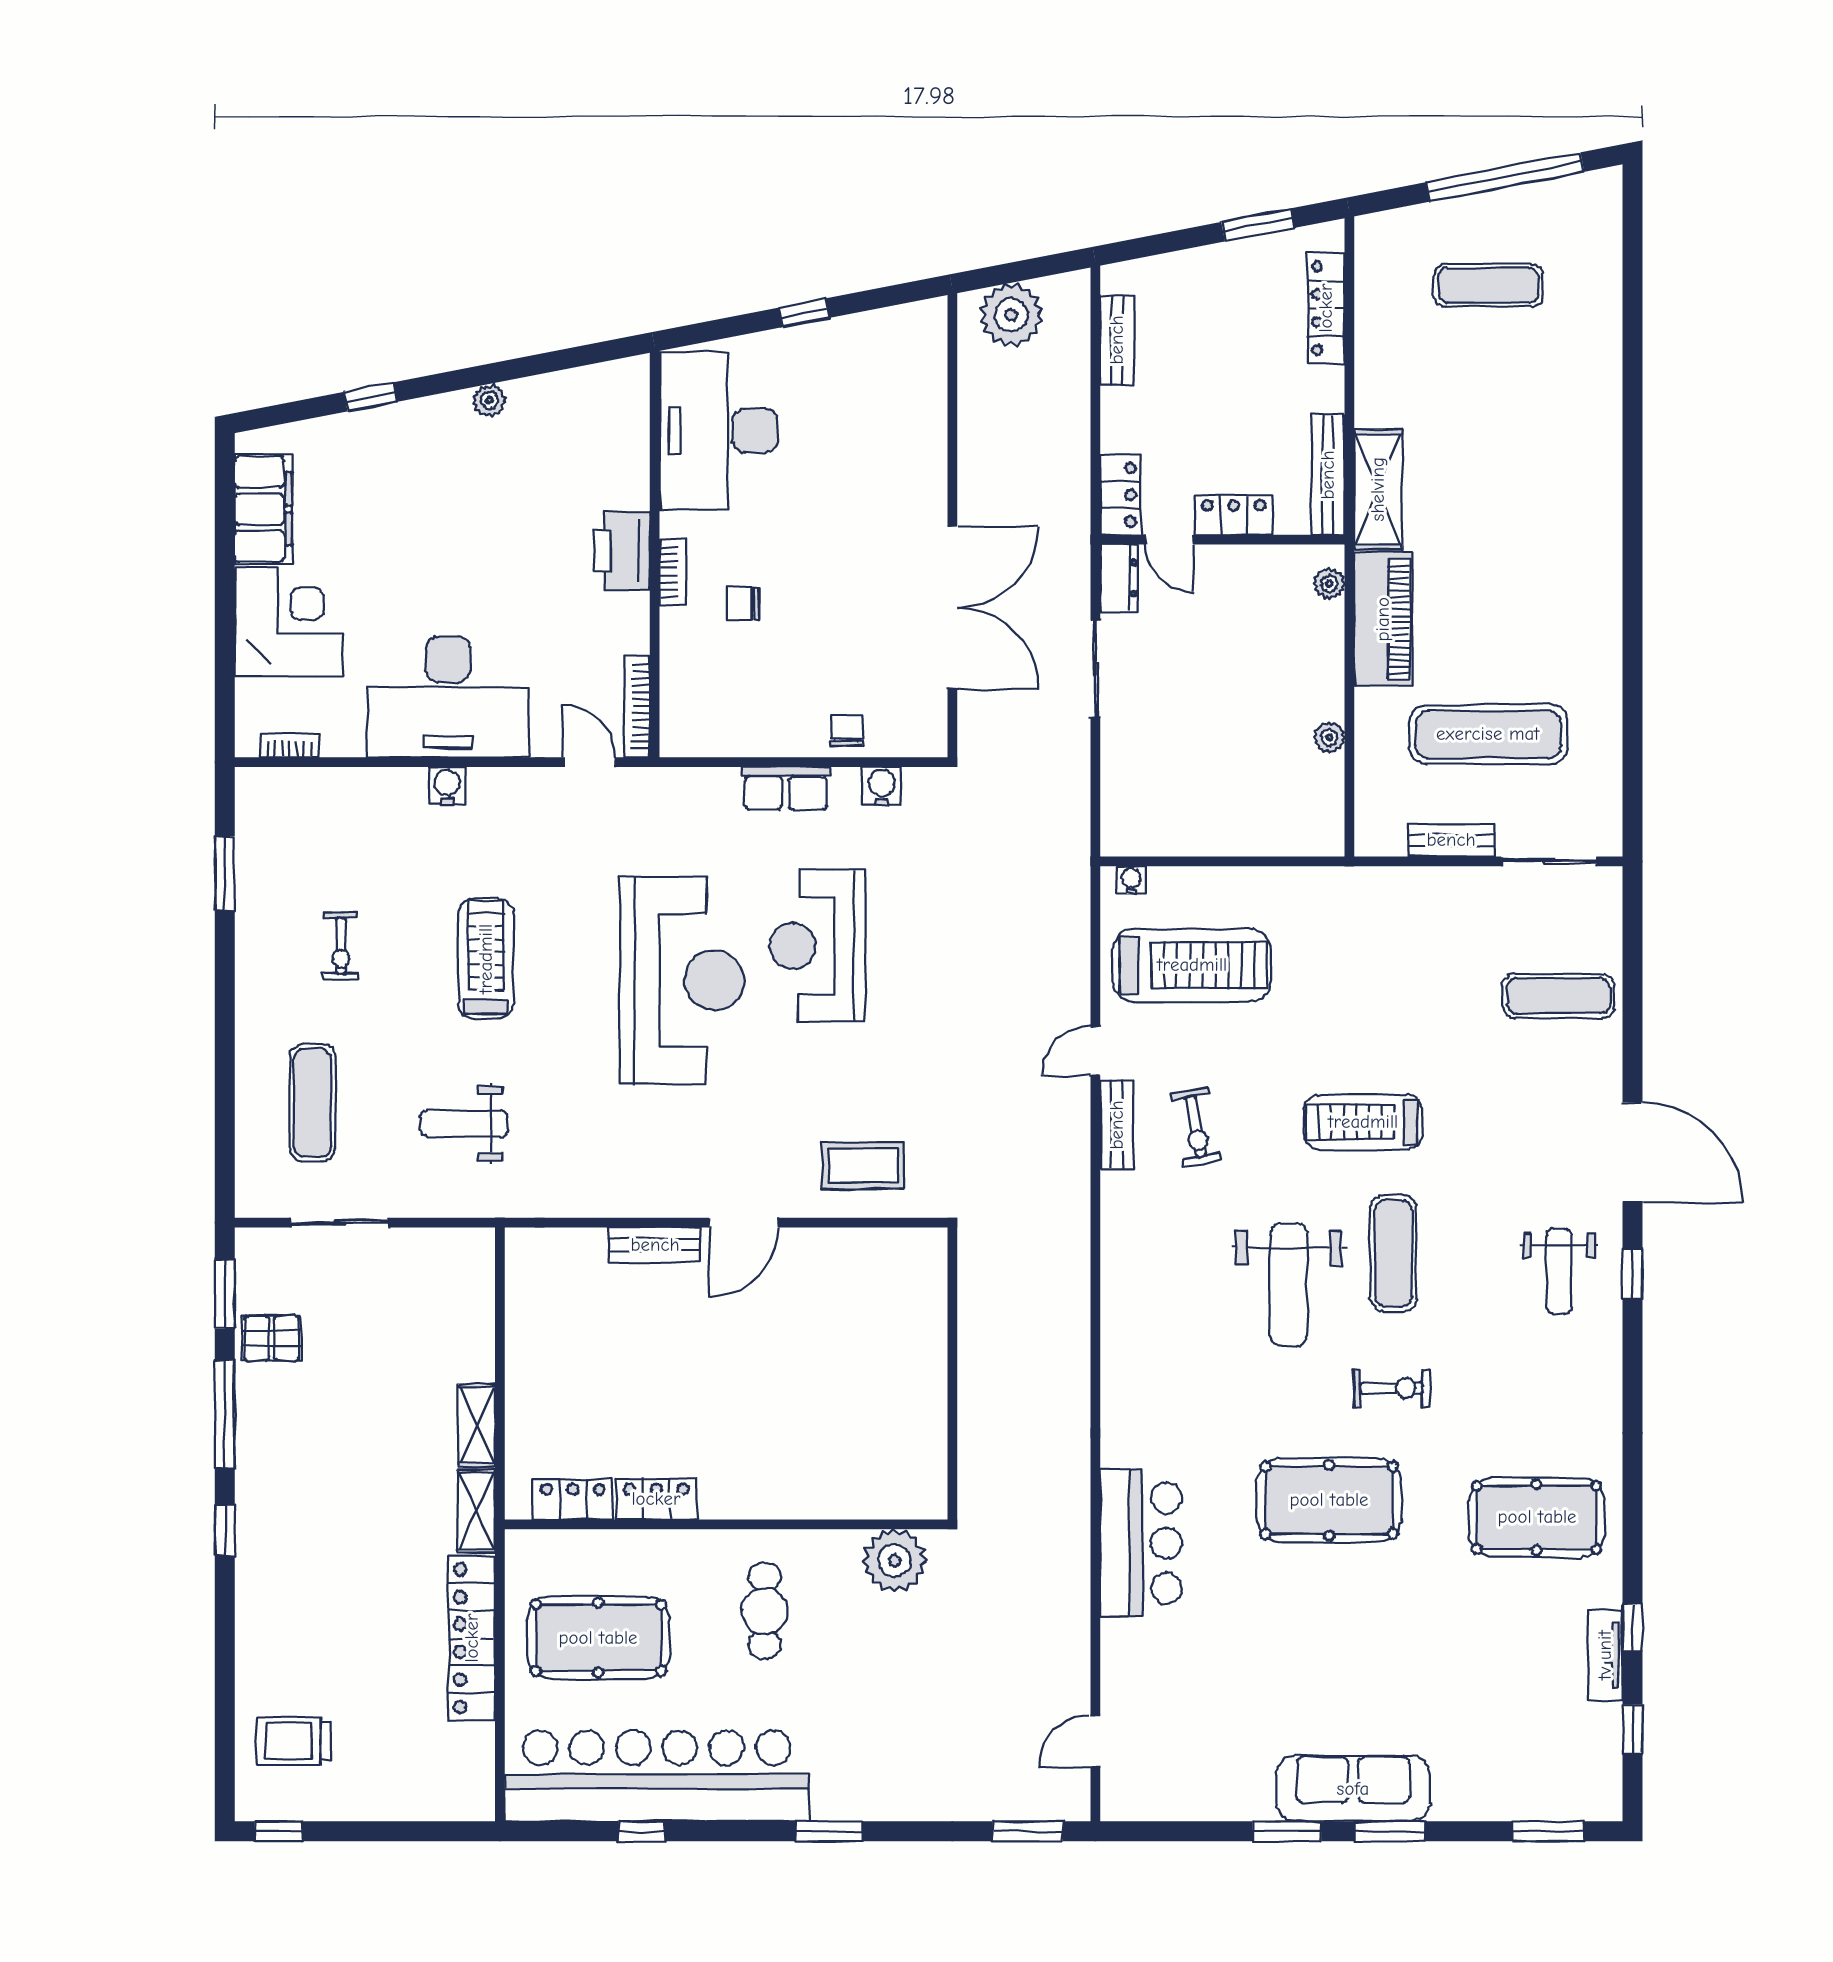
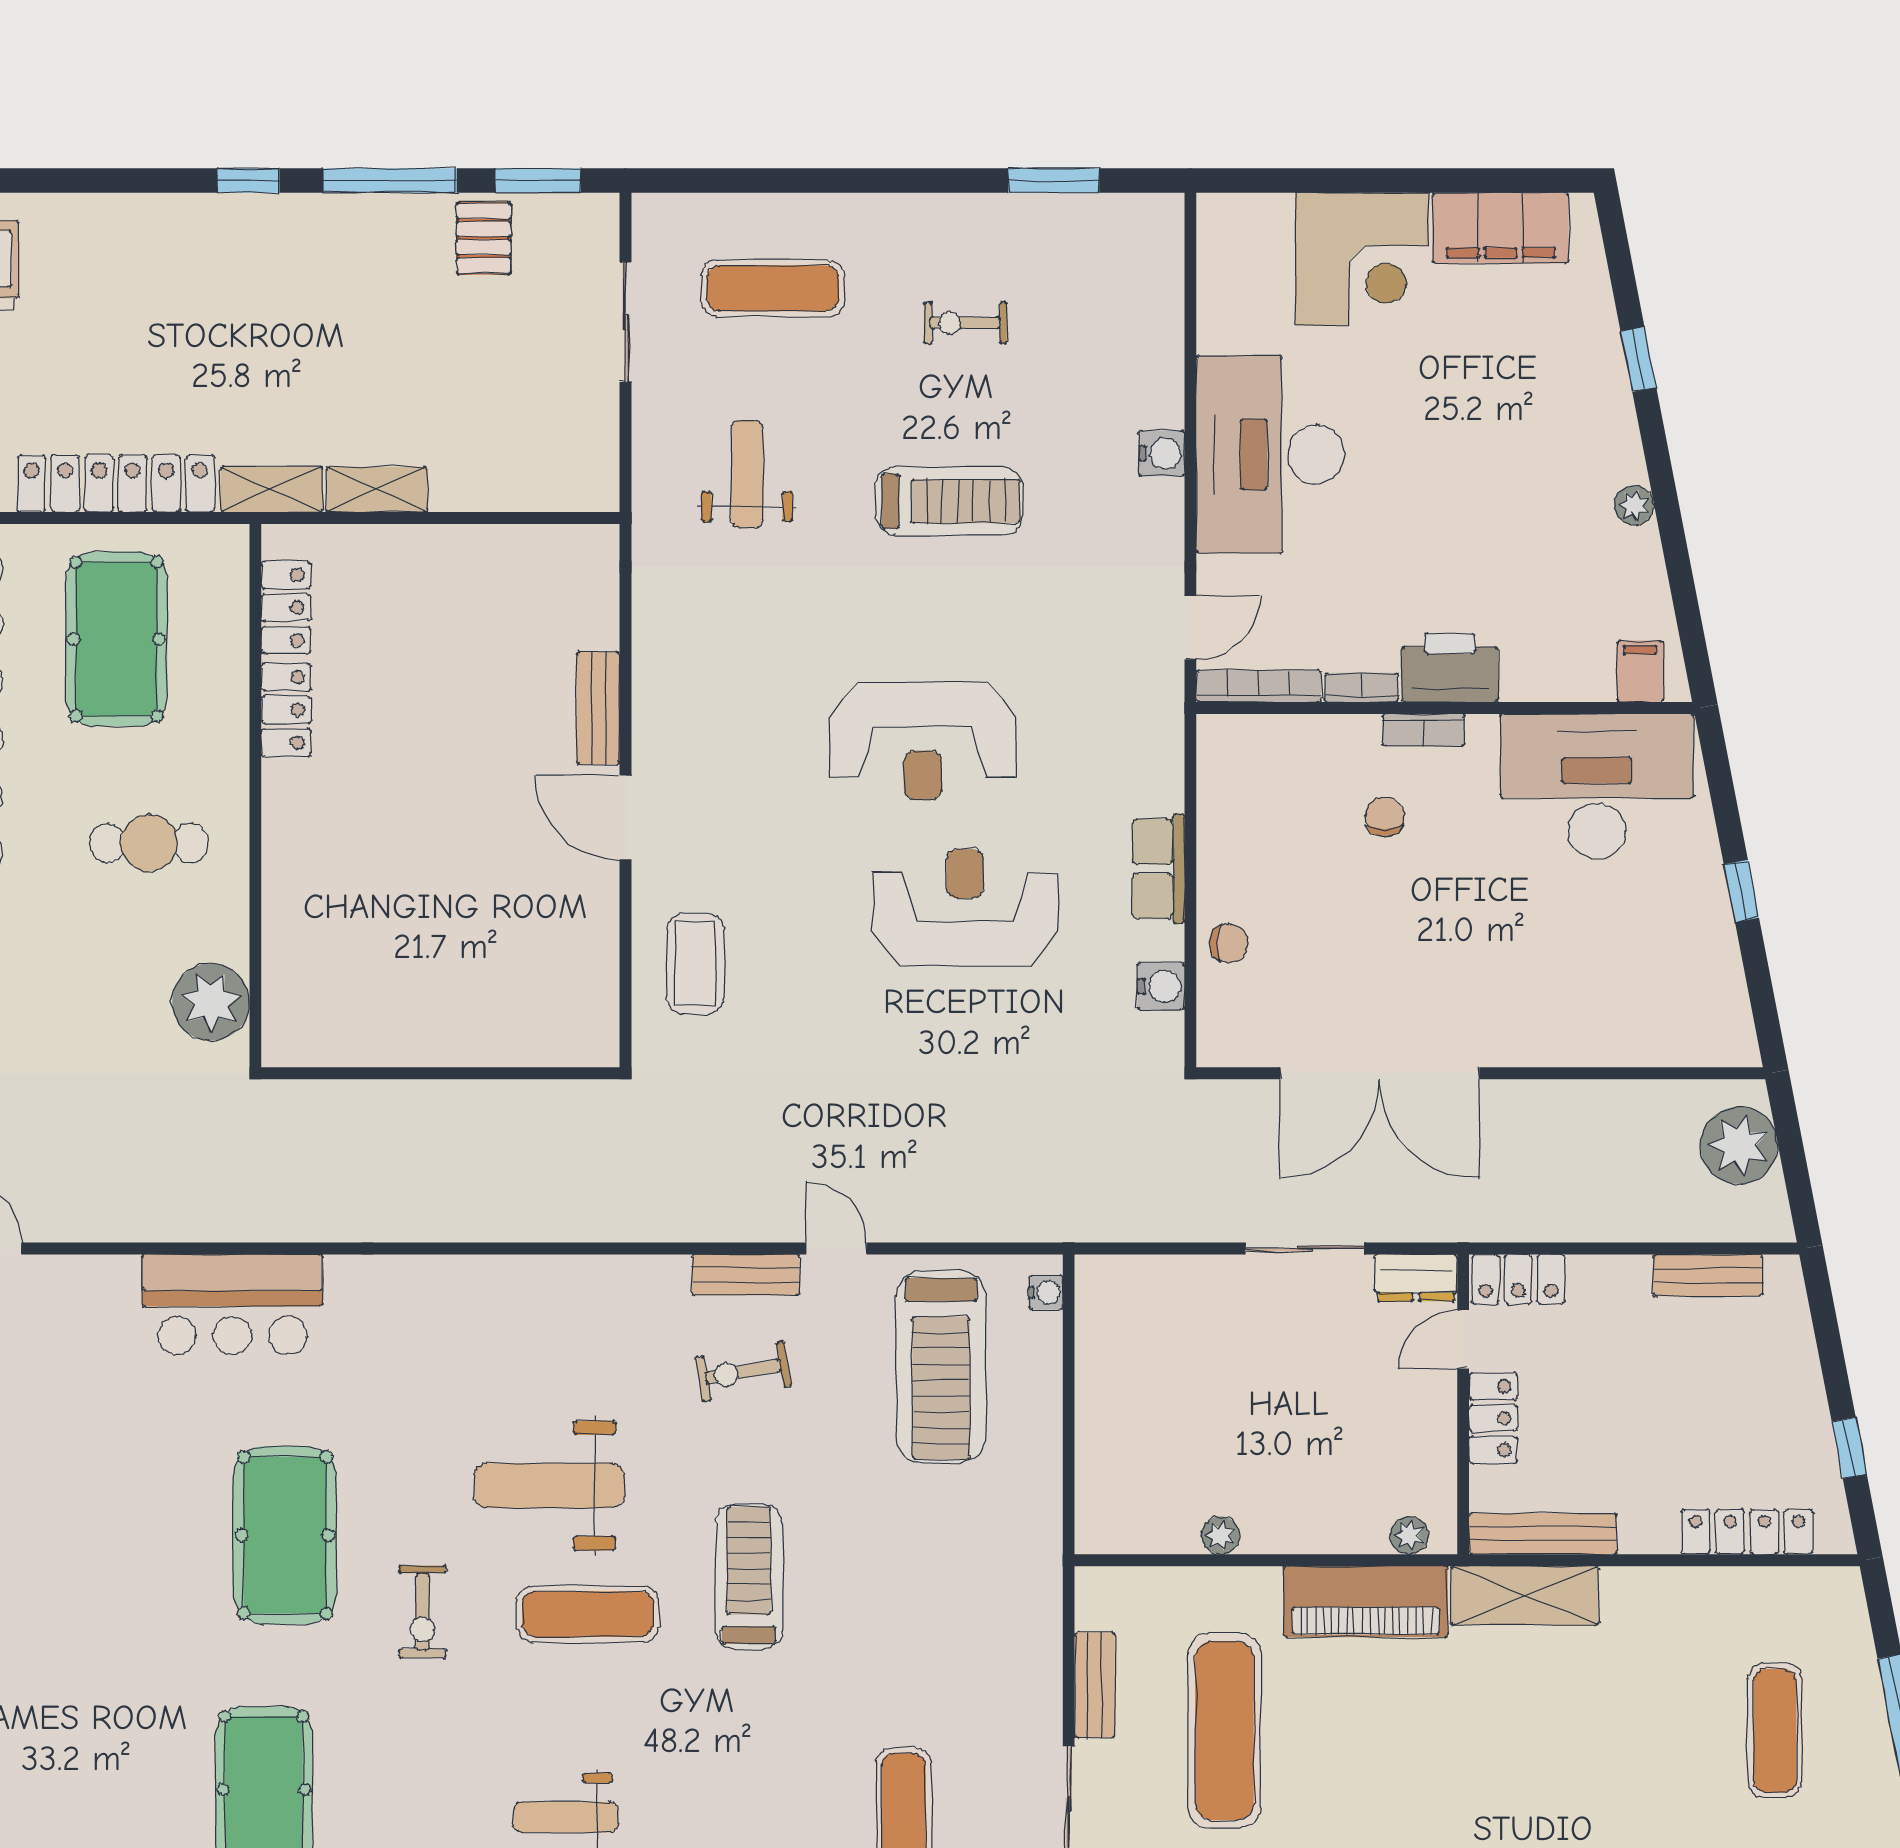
window: (1258, 225) -> (1849, 1448), width x0.67
filing cabinet: (625, 395) -> (1640, 671), added
bookcase: (289, 745) -> (1361, 687), moved, turned -90
reception desk: (682, 980) -> (923, 741), width x0.74, depth x0.77

